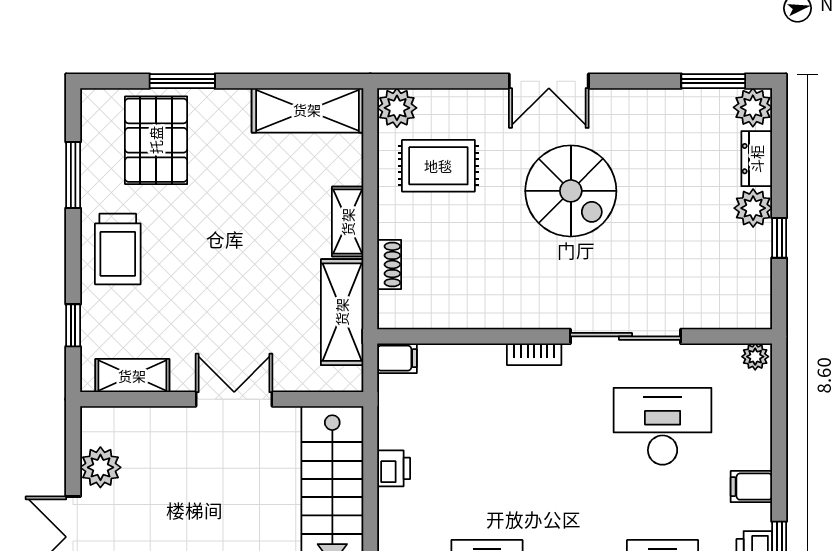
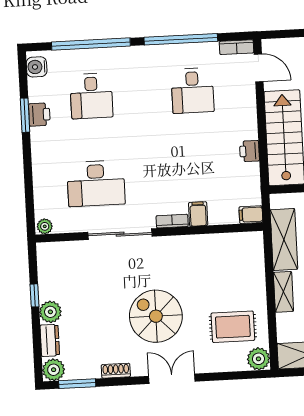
shoe rack: (389, 265) -> (116, 371), moved, turned 90
filing cabinet: (751, 487) -> (198, 214), moved, turned -90

